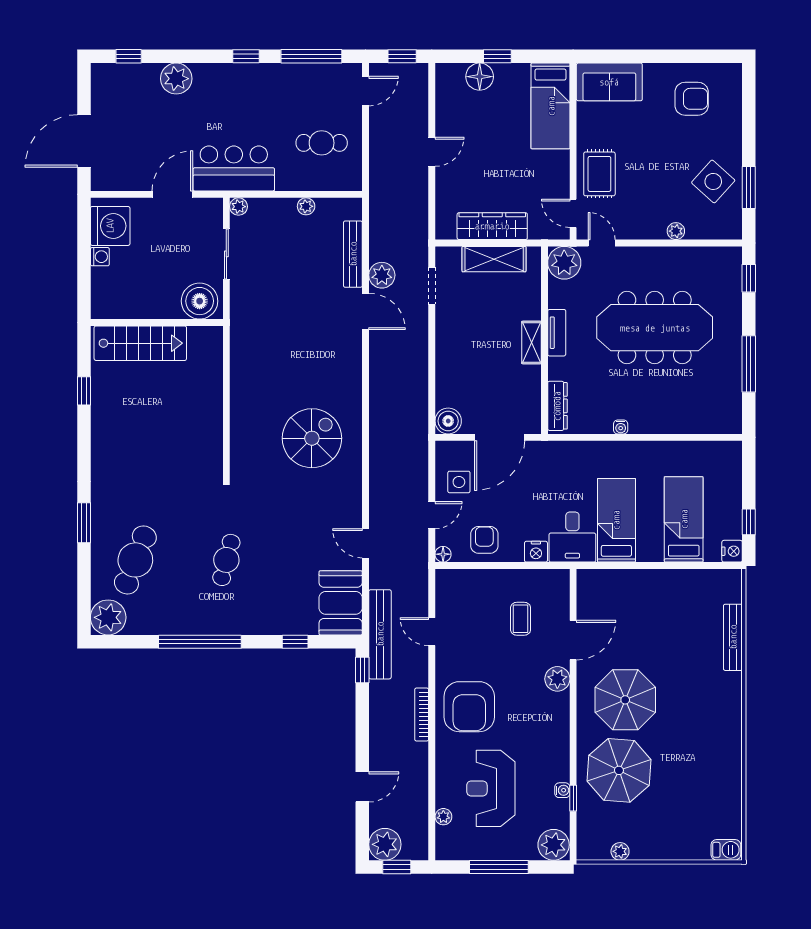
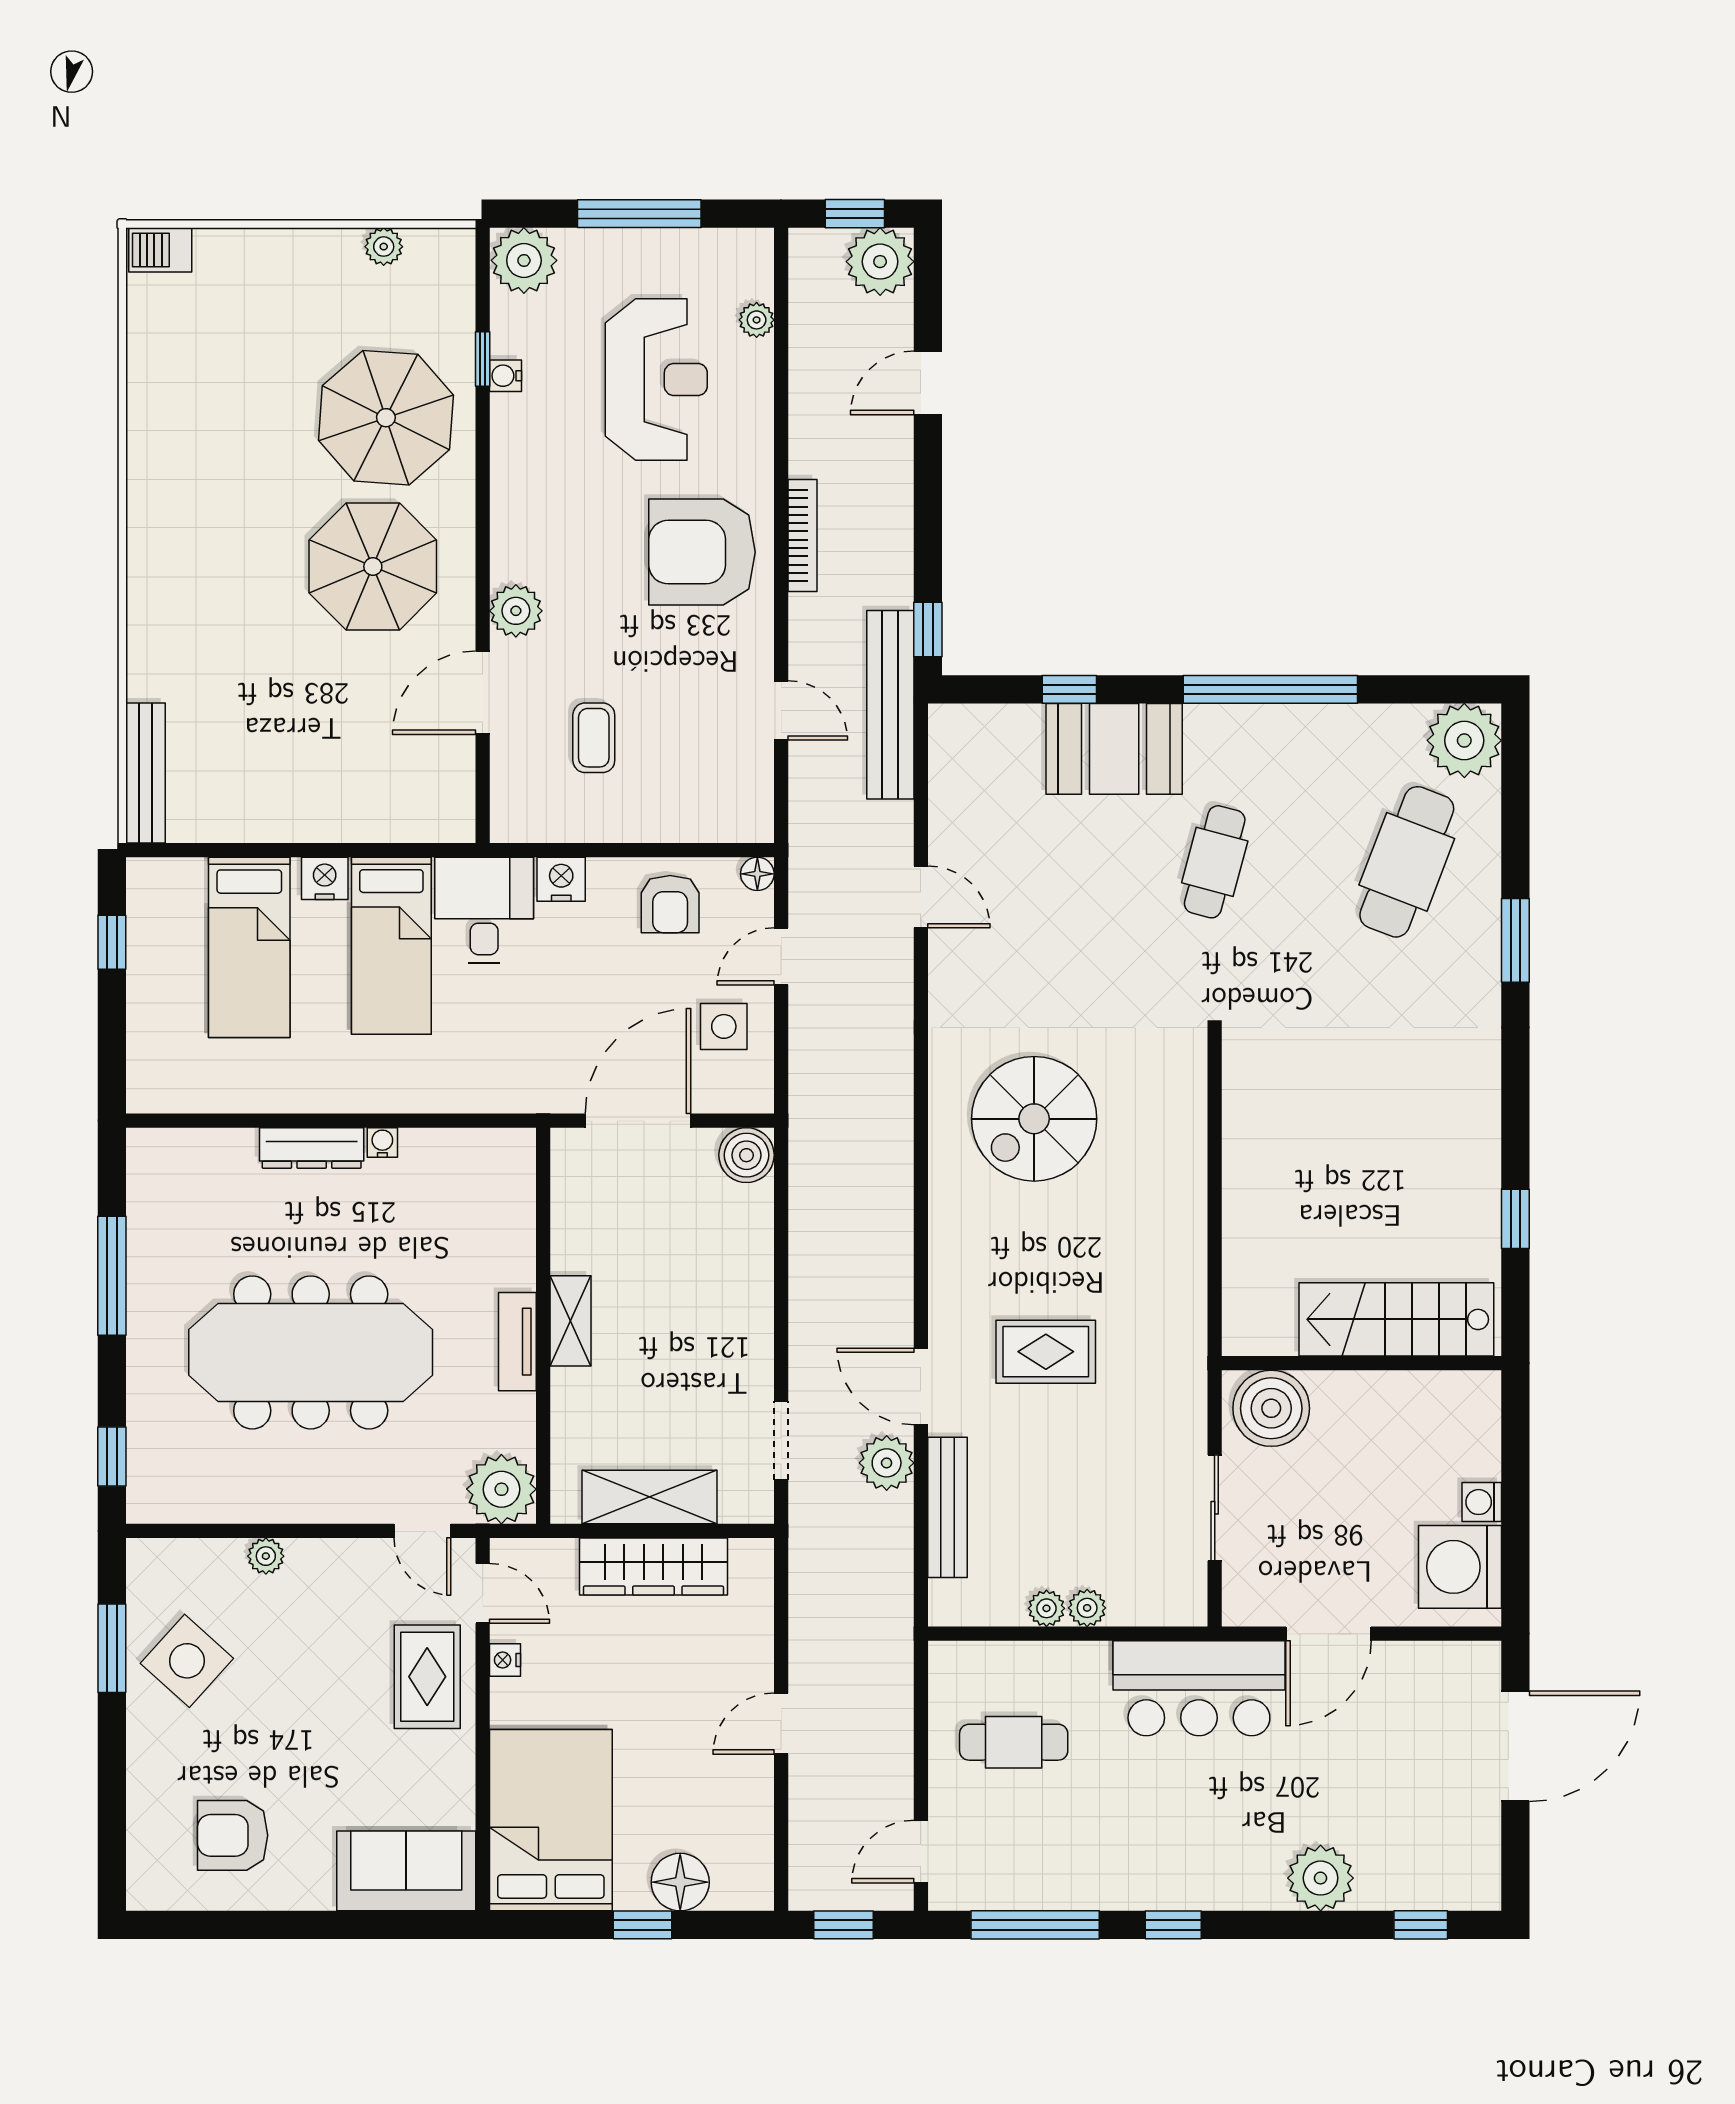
bed: (551, 106) -> (551, 1820), width x1.50
nightstand: (563, 182) -> (505, 1660), added
plant: (239, 207) -> (1087, 1608), moved
rug: (306, 328) -> (1046, 1352), added
dresser: (557, 406) -> (312, 1148), moved, turned -90
nightstand: (732, 551) -> (325, 878), moved, turned 90
booth: (341, 603) -> (1114, 749), moved, turned 90
bench: (733, 637) -> (146, 773), moved
armchair: (469, 707) -> (702, 552), turned -90

